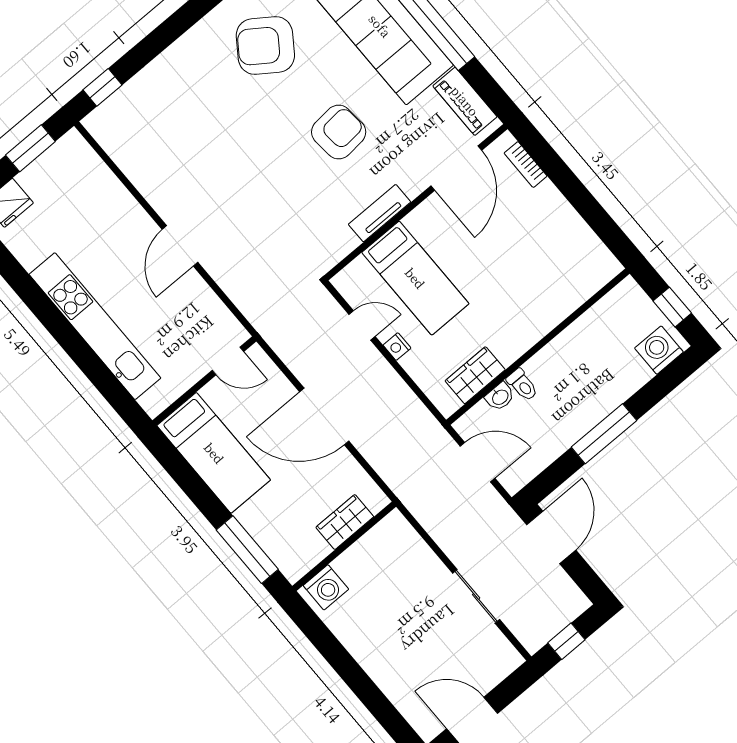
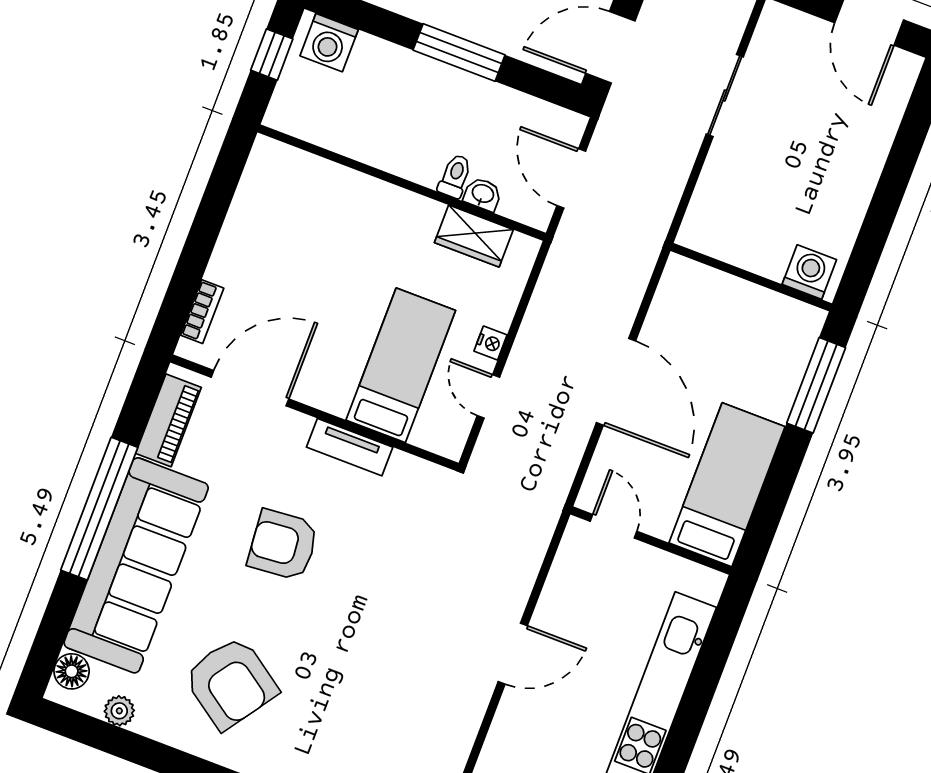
wardrobe: (345, 522) -> (723, 292), removed

